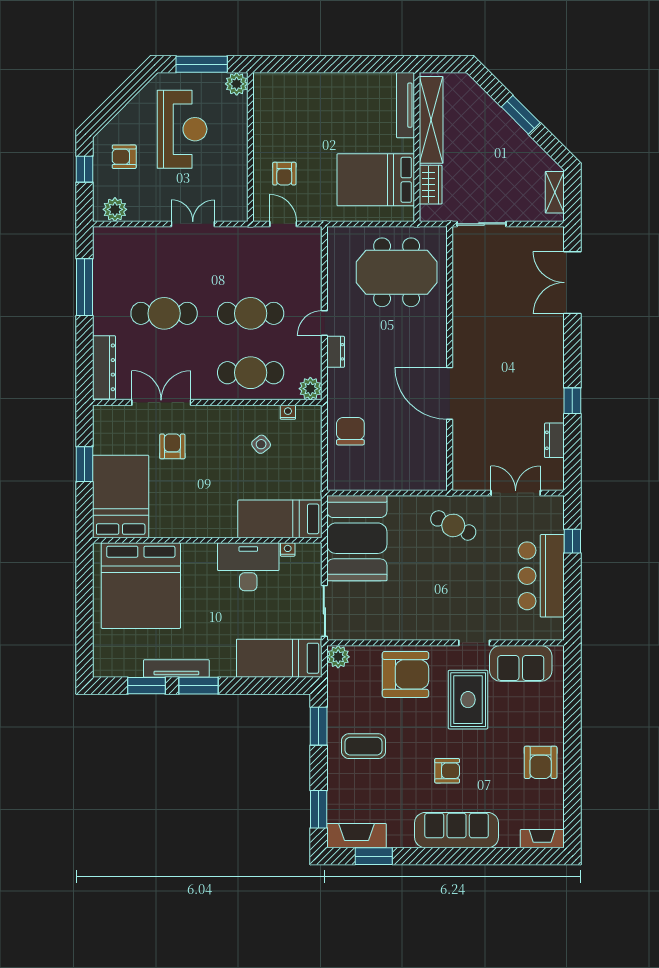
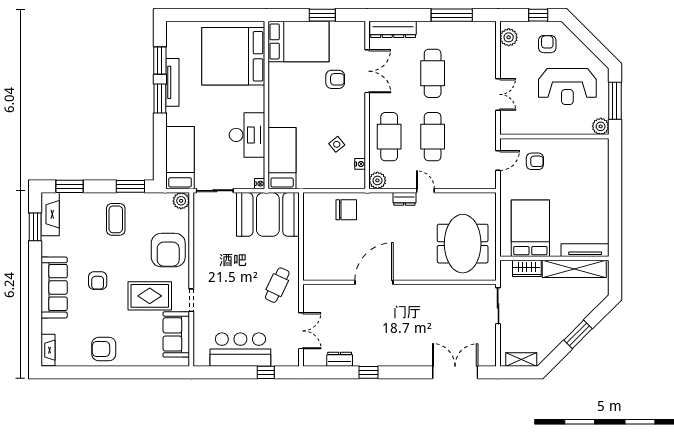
armchair: (284, 174) -> (535, 161), turned 180
nightstand: (288, 549) -> (260, 184), moved

